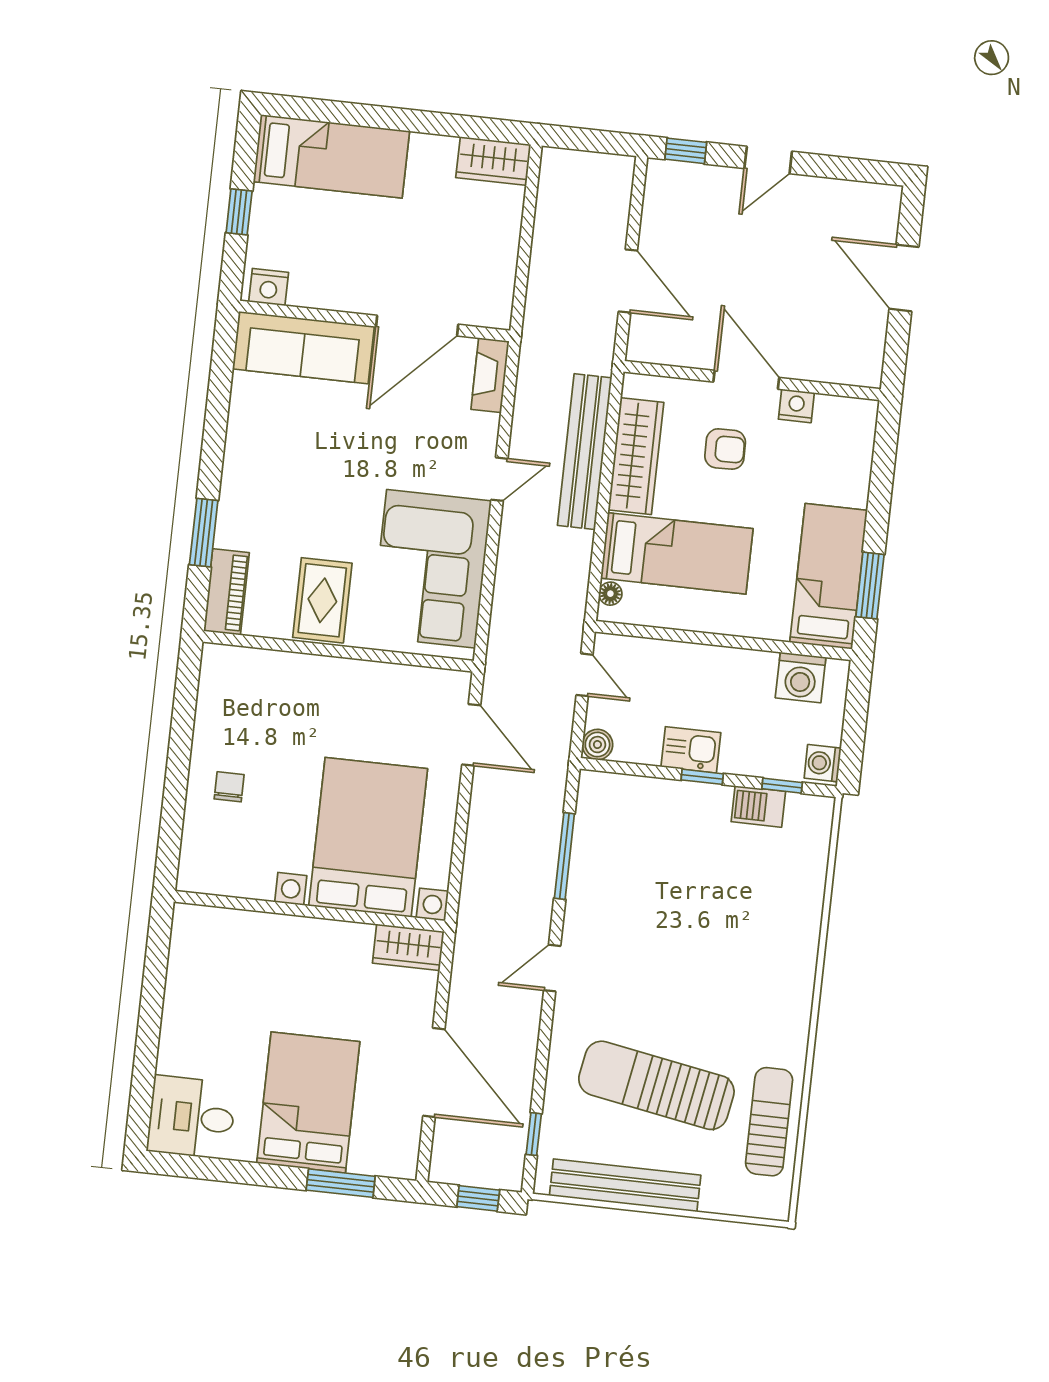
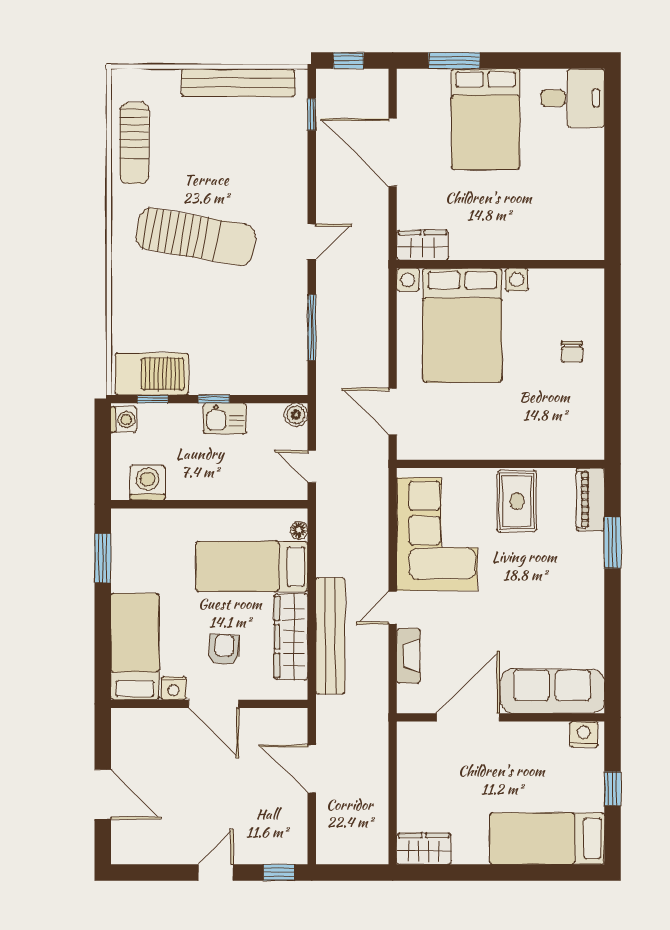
fireplace: (490, 375) -> (408, 656), moved
armchair: (725, 449) -> (224, 650), turned 94
bed: (829, 576) -> (135, 646), moved, turned 180
barbecue: (758, 807) -> (152, 374), width x1.88, depth x1.53
sun lounger: (656, 1085) -> (196, 237), moved

